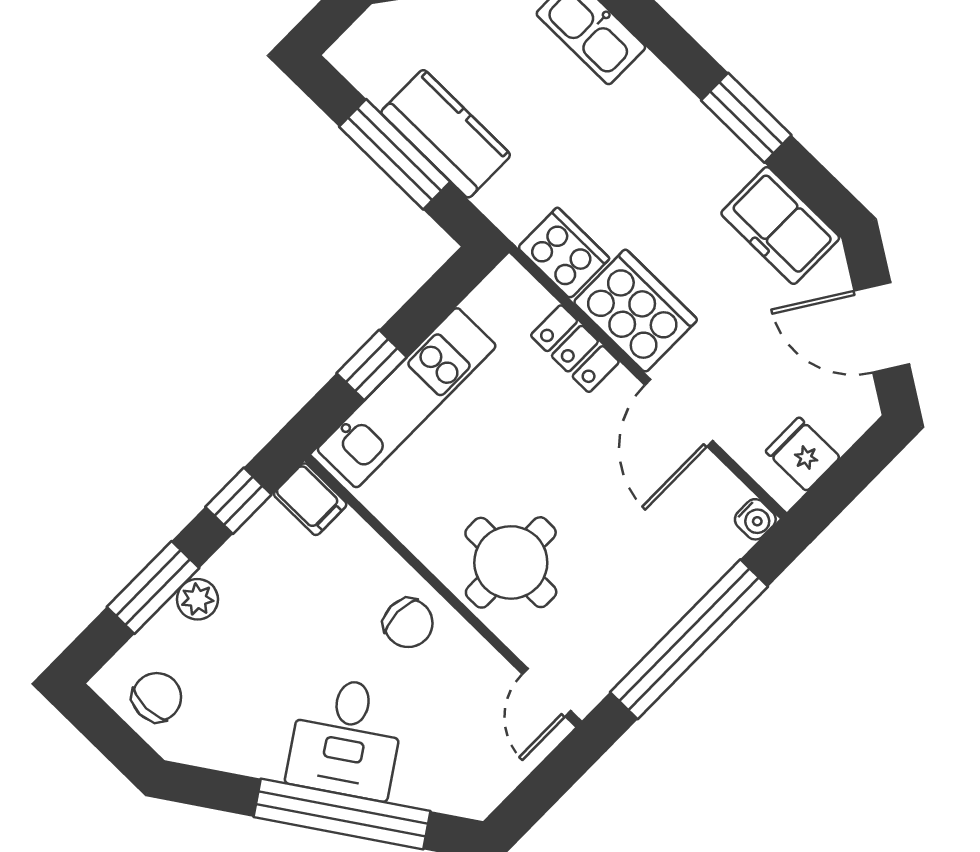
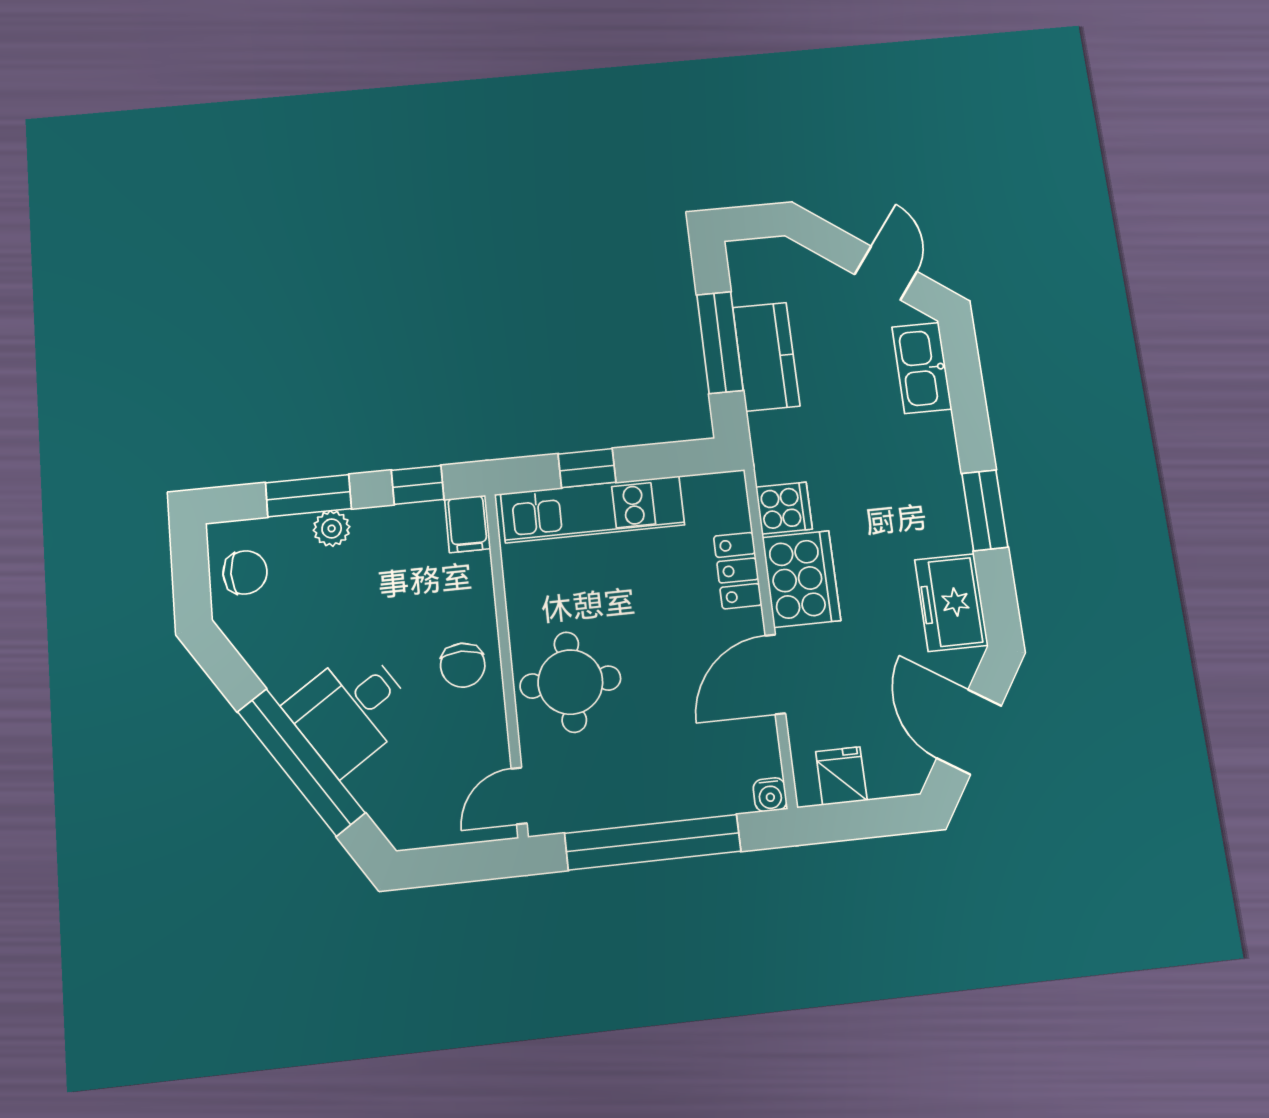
cooker: (564, 253) -> (784, 508), width x0.73

